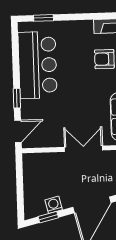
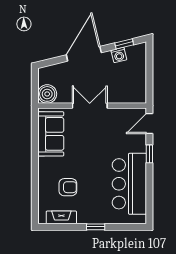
window: (43, 18) -> (96, 227), moved
double door: (84, 149) -> (90, 106), swing flipped

